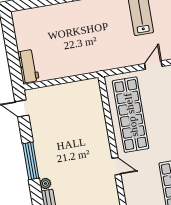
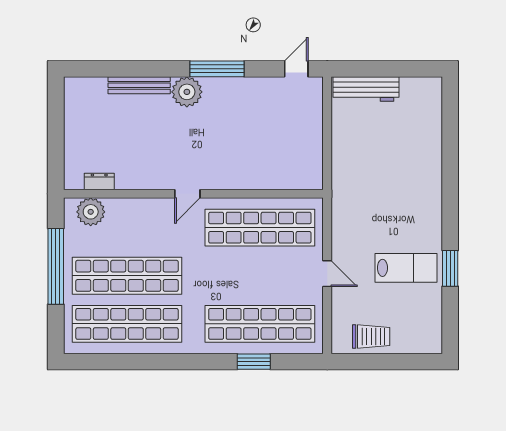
workbench: (28, 66) -> (366, 89), width x1.38
plant: (45, 183) -> (187, 92), width x1.88, depth x1.88

